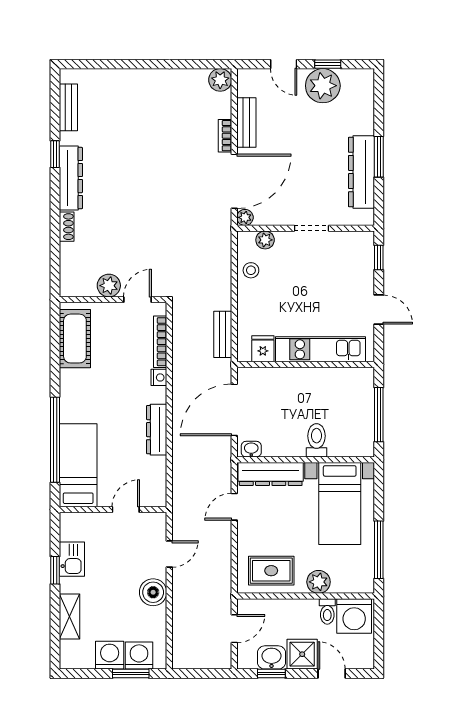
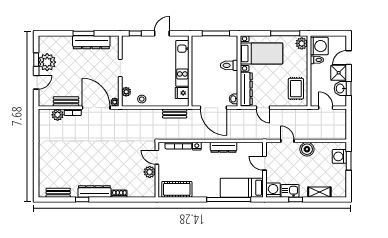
plant: (220, 80) -> (58, 115), moved
plant: (319, 582) -> (302, 43), moved
washing machine: (110, 655) -> (273, 190), moved, turned 90

